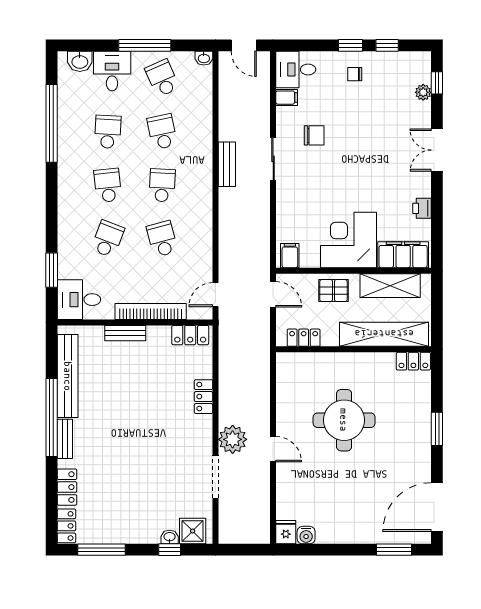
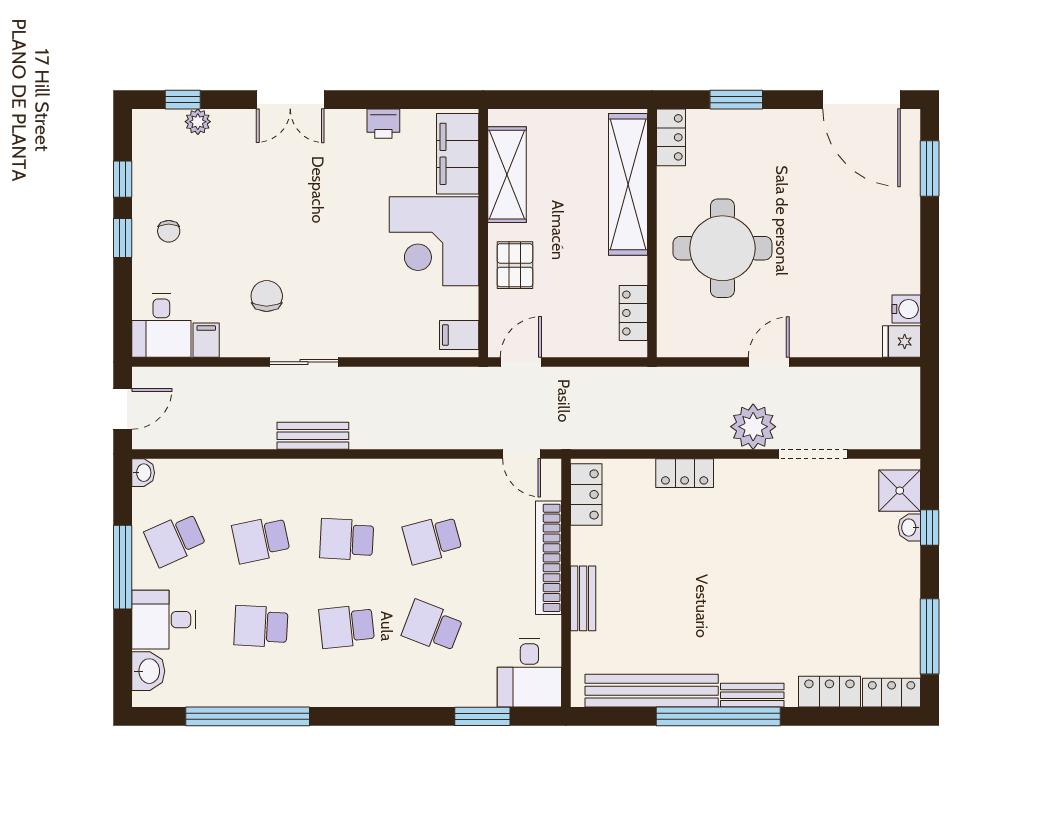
shelving: (384, 334) -> (628, 184), moved
locker: (304, 338) -> (633, 313), moved
wall: (354, 349) -> (652, 233), moved
locker: (413, 361) -> (671, 137), moved

